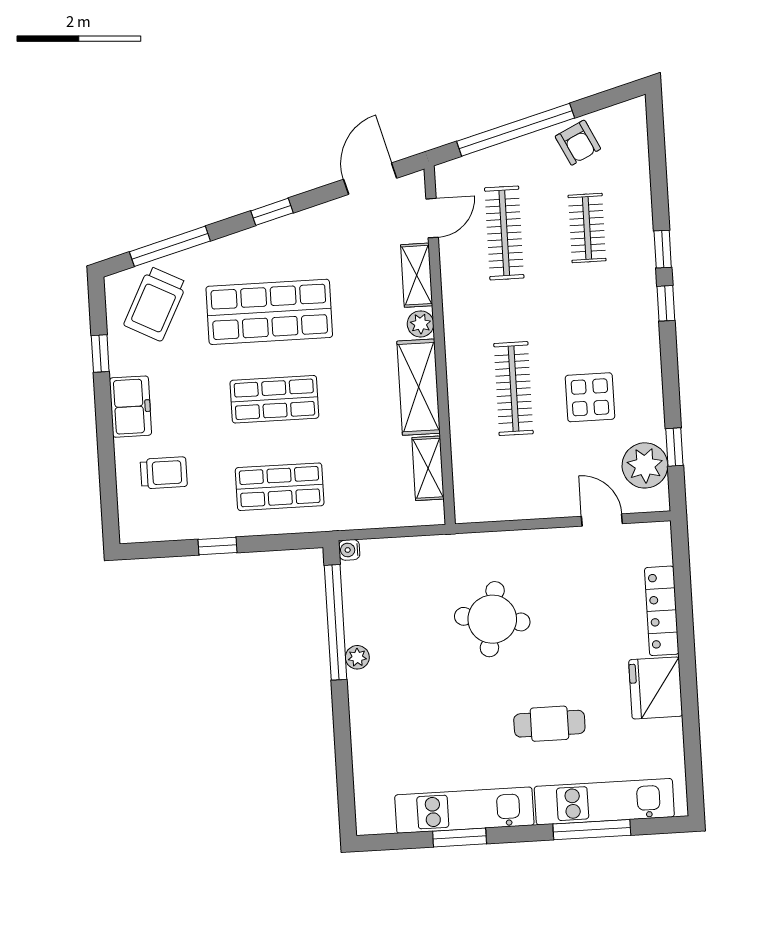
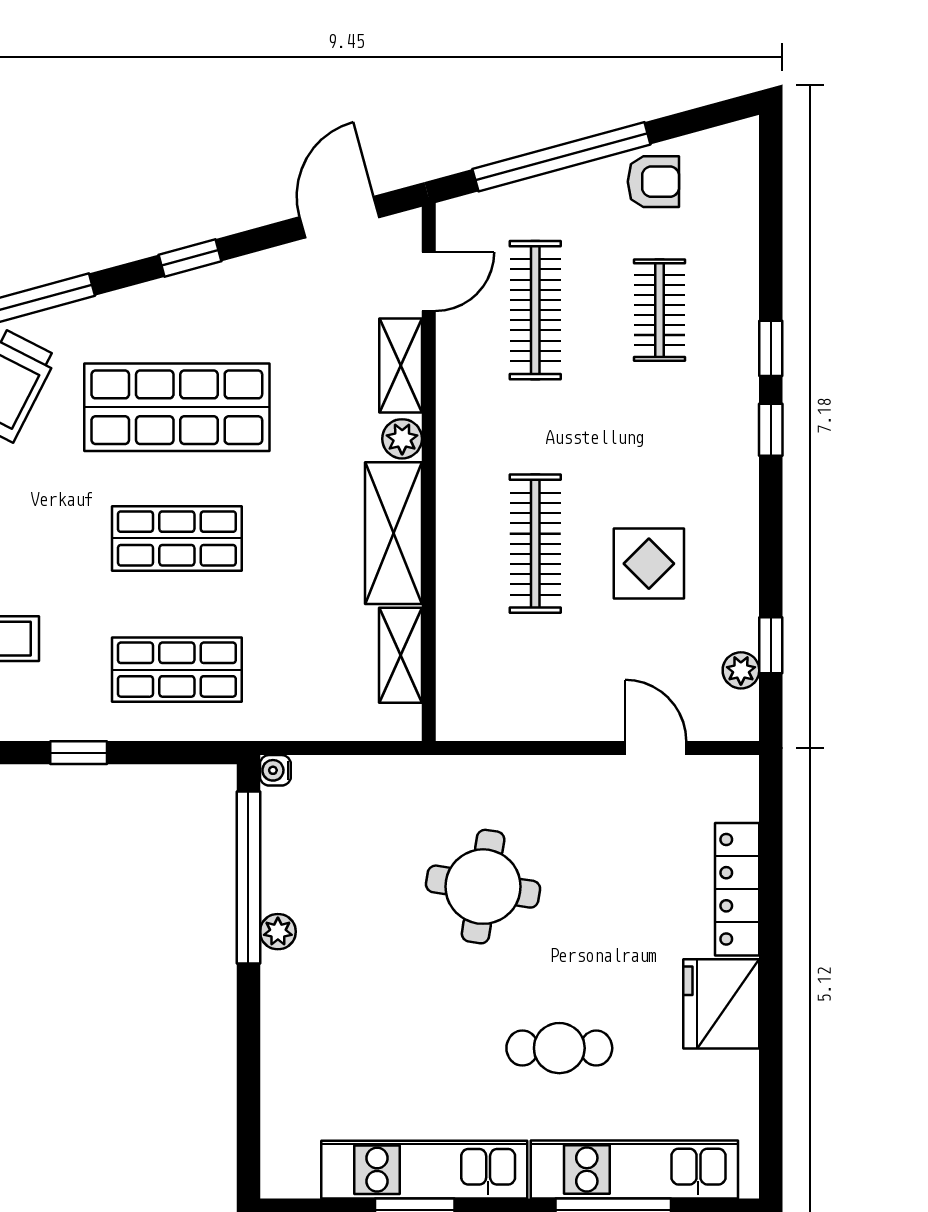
armchair: (578, 143) -> (653, 182), turned -64
plant: (645, 465) -> (741, 670), width x0.53, depth x0.53

